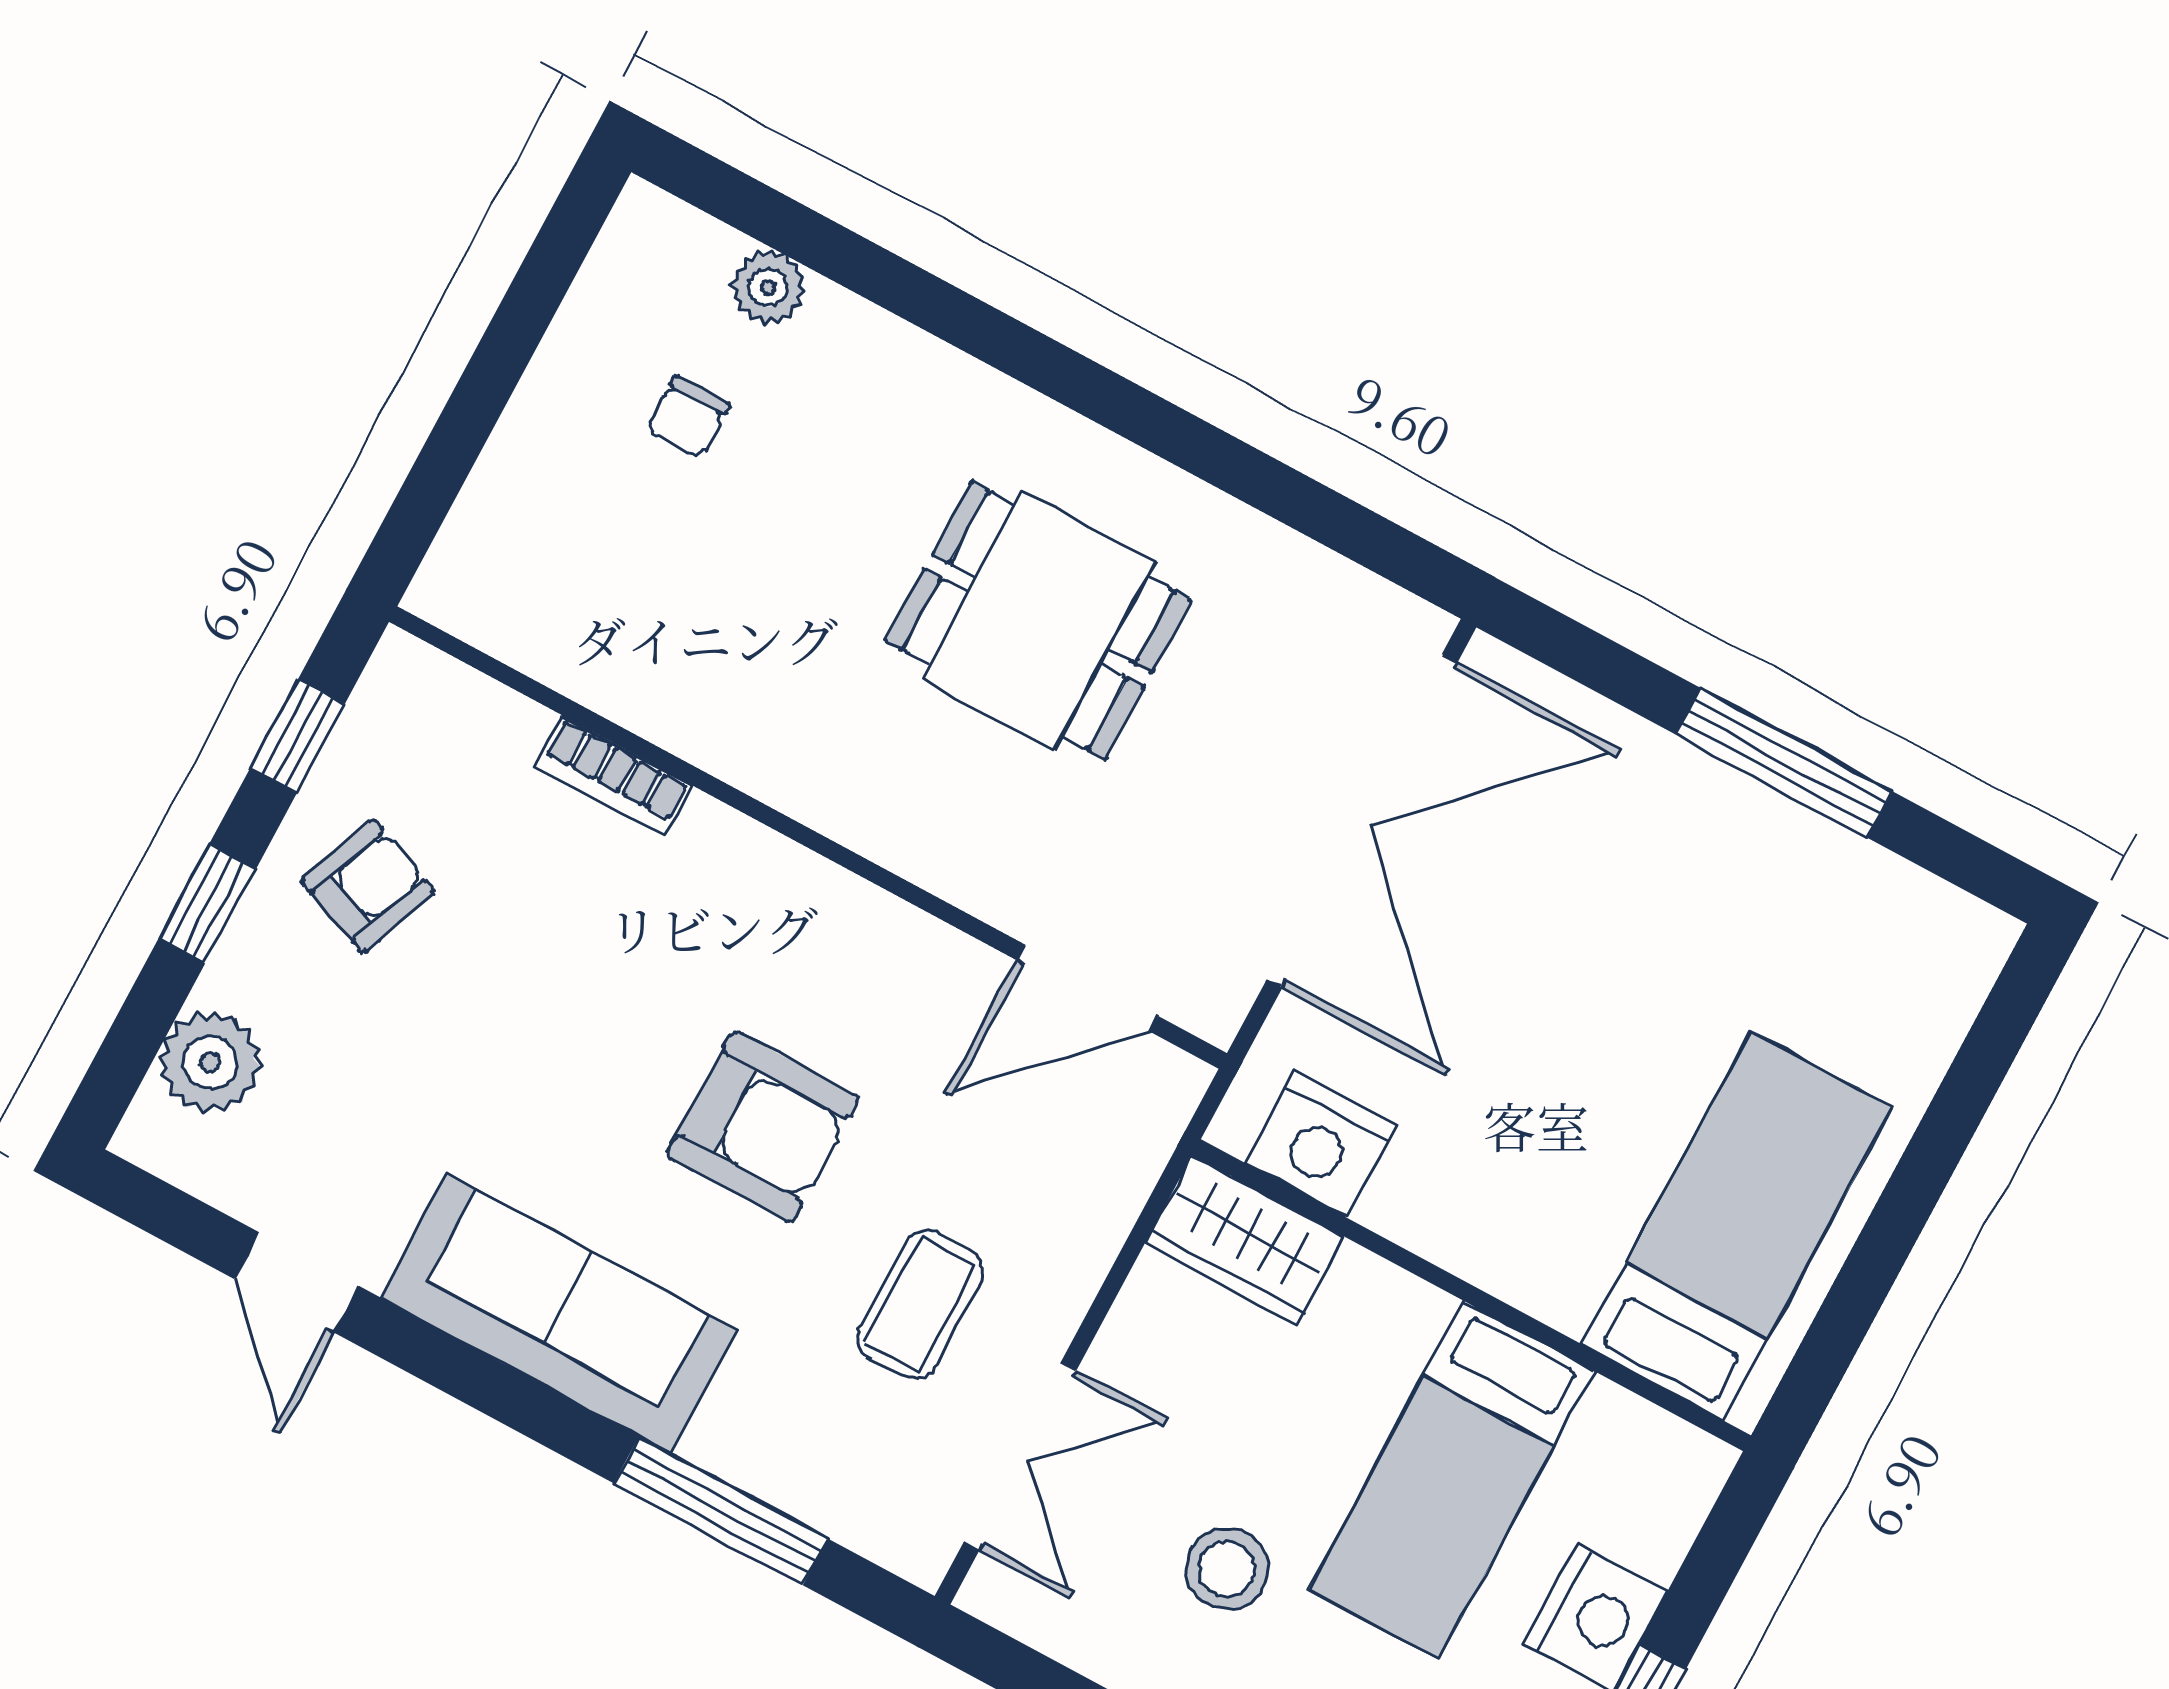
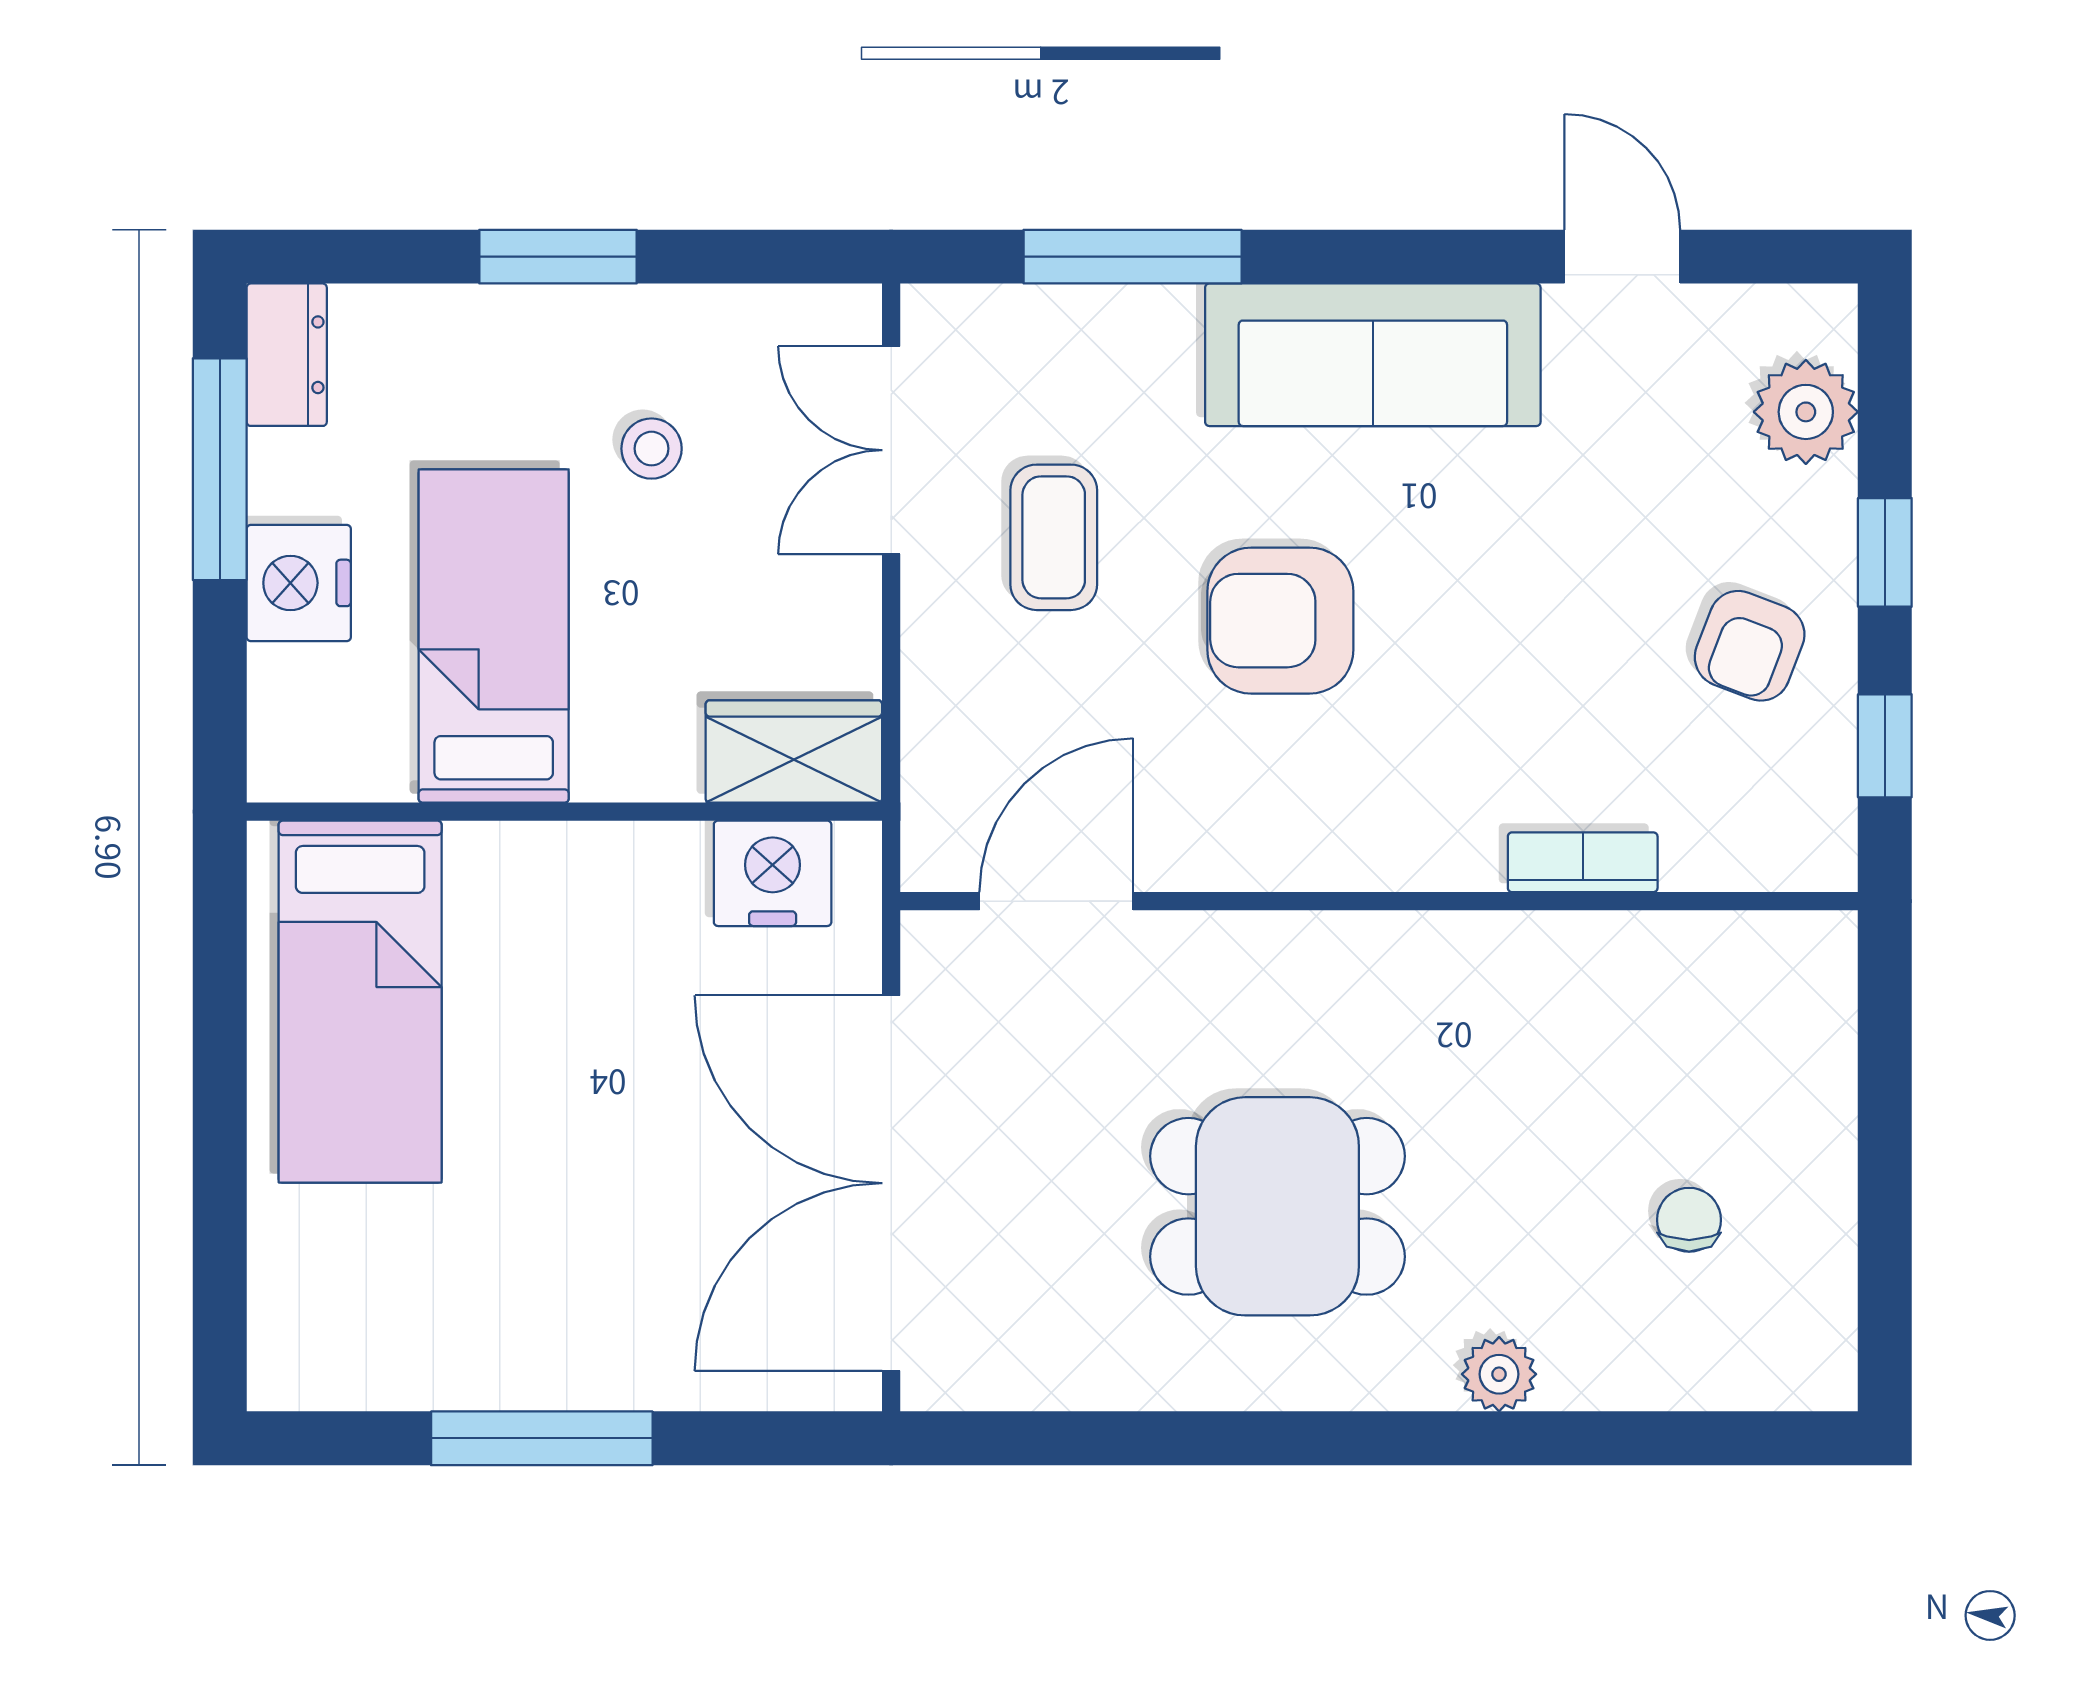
plant: (768, 288) -> (1499, 1374), moved
stool: (1227, 1569) -> (652, 449), width x0.73, depth x0.73

